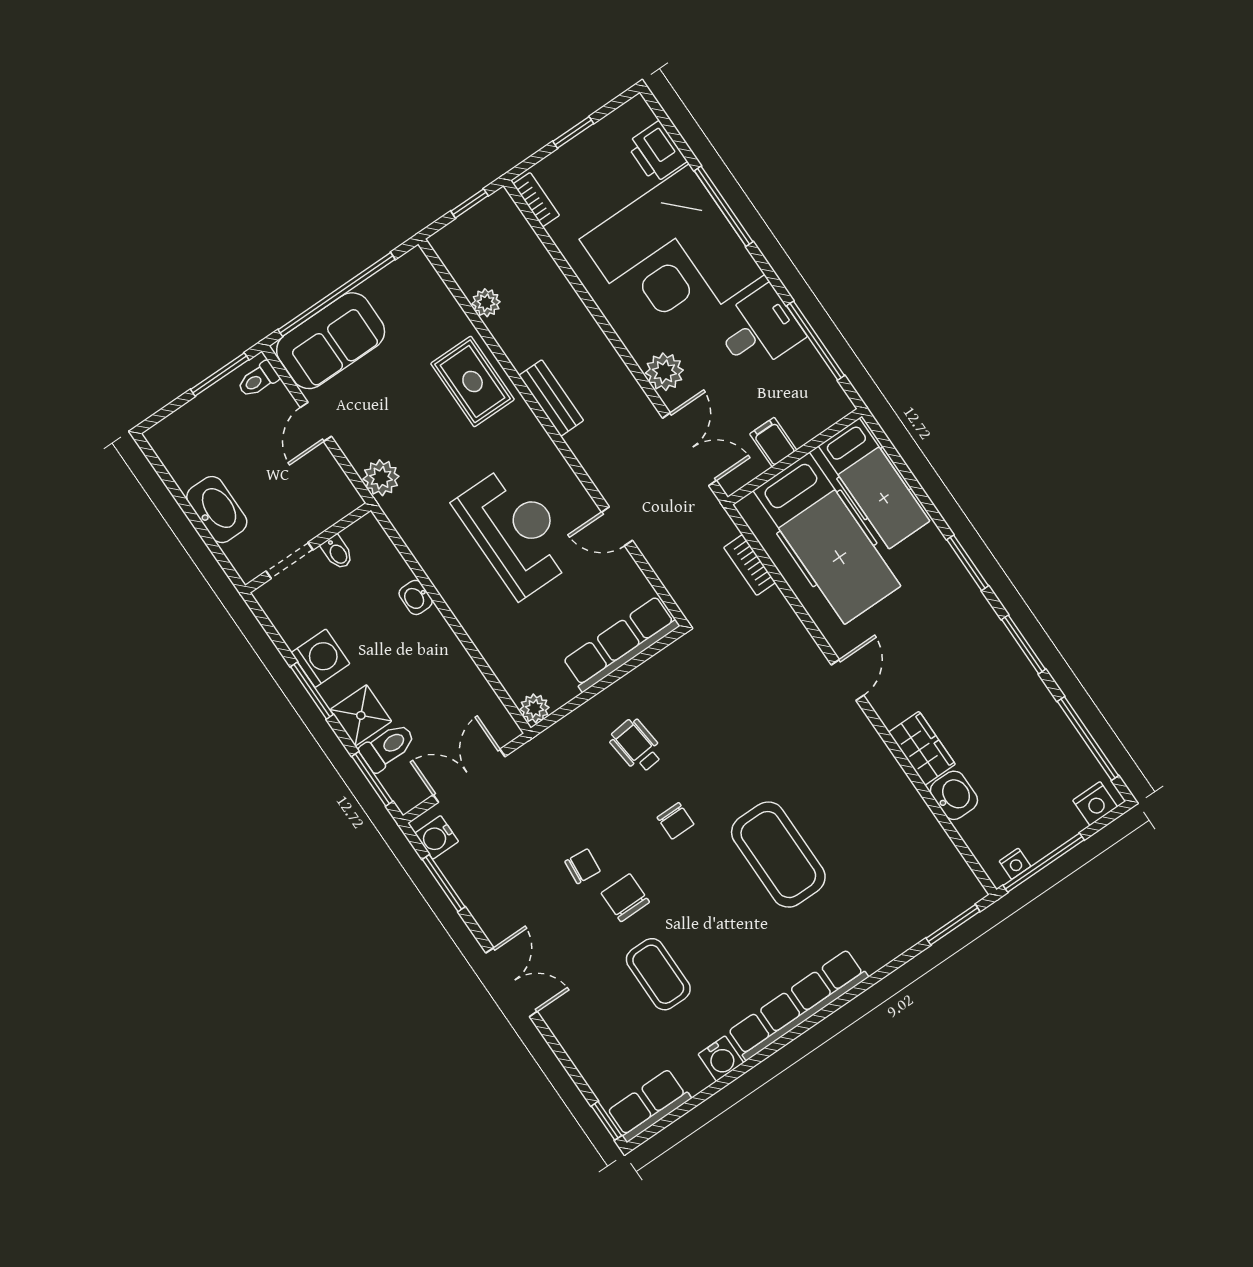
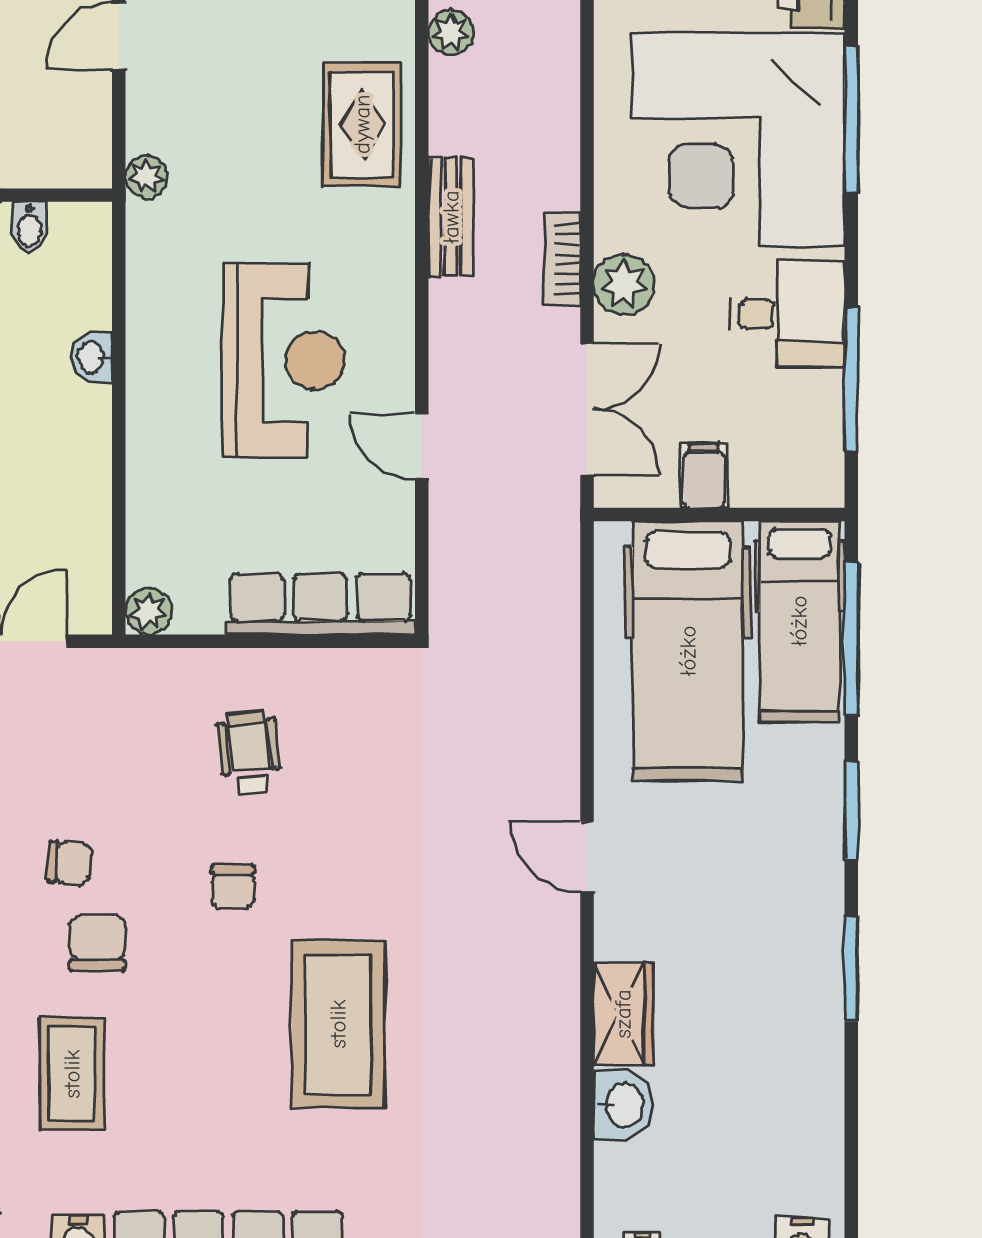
plant: (381, 478) -> (146, 177), width x0.73, depth x0.73
bookcase: (750, 565) -> (562, 259), moved
door: (848, 680) -> (587, 857), swing flipped
window: (1088, 738) -> (851, 639), moved

